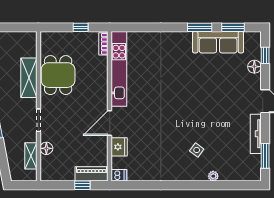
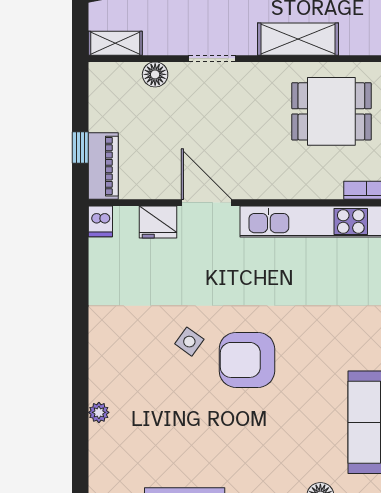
dining table: (58, 75) -> (331, 111), moved
armchair: (187, 103) -> (247, 360), added
side table: (197, 150) -> (189, 342), moved
shelving: (31, 156) -> (115, 43), moved

